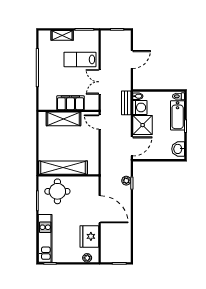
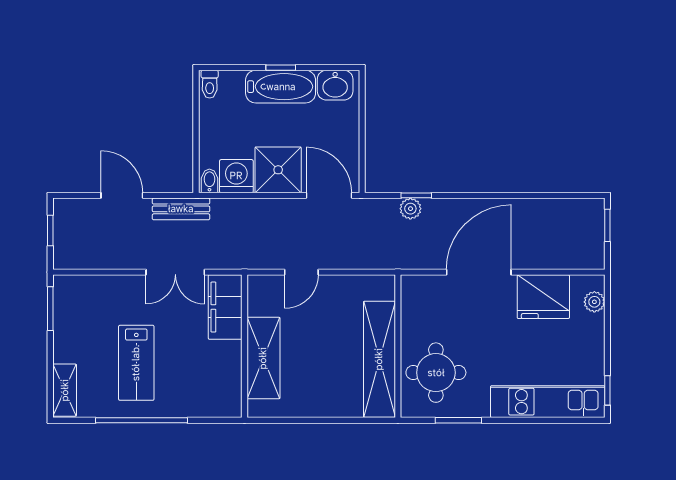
shelving: (62, 35) -> (65, 390), moved
lab bench: (80, 59) -> (136, 363), moved
filing cabinet: (70, 103) -> (225, 307), moved
bench: (126, 103) -> (181, 209), moved
bathtub: (178, 115) -> (281, 87), moved
door: (100, 122) -> (301, 272), moved

